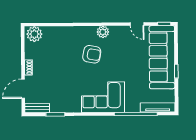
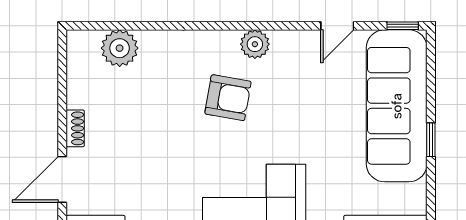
door: (137, 24) -> (337, 26), hinge flipped
plant: (34, 34) -> (120, 48), moved

